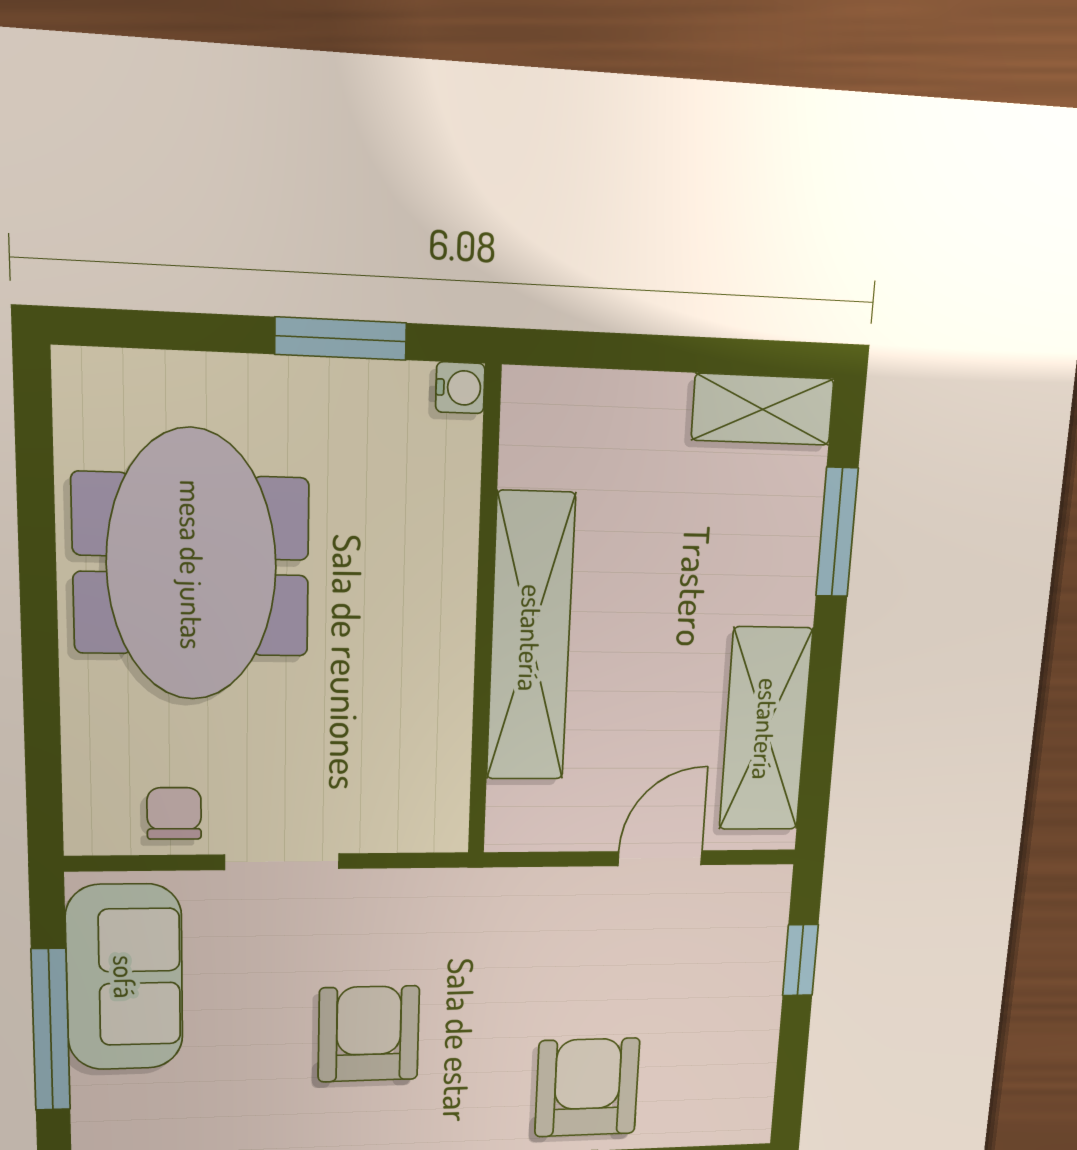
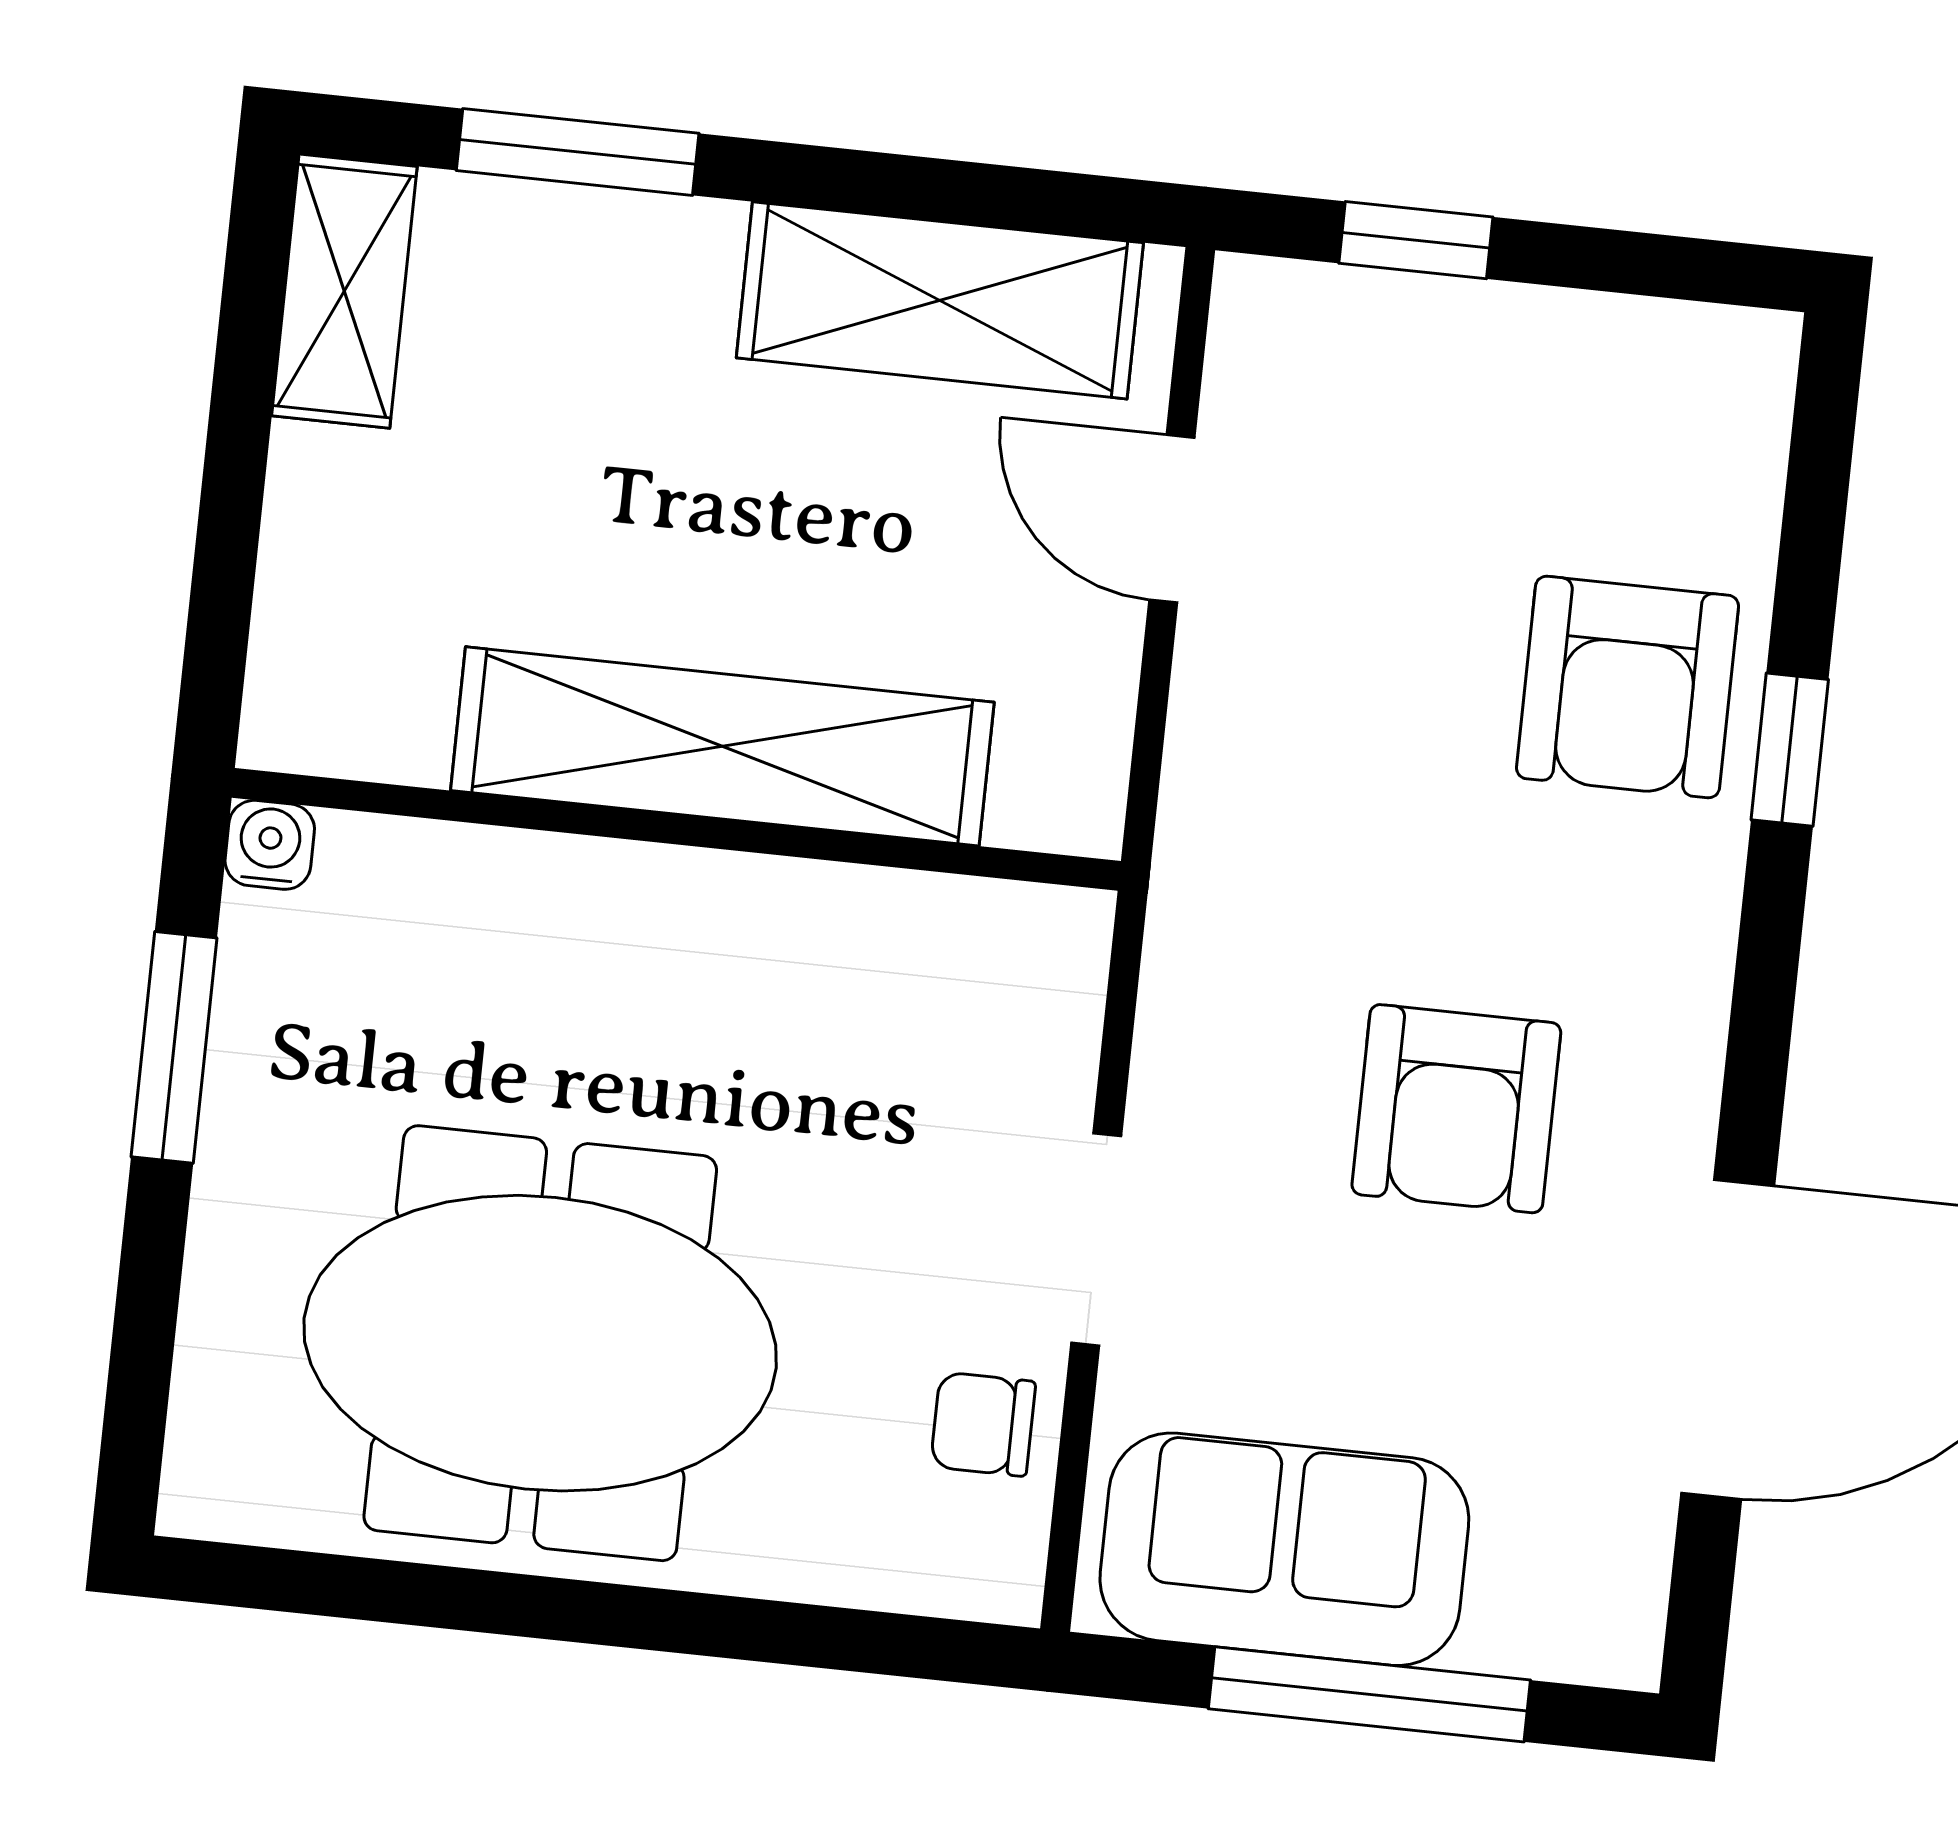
armchair: (369, 1034) -> (1456, 1109), turned -90
armchair: (587, 1087) -> (1627, 687), turned -90

